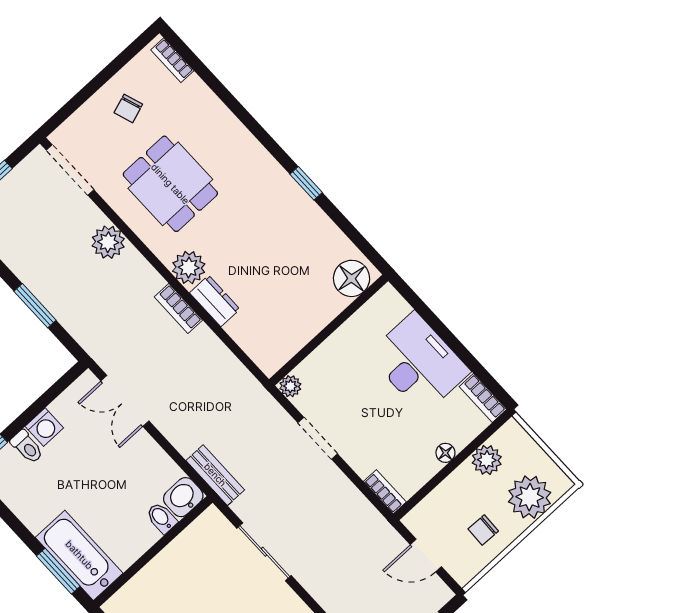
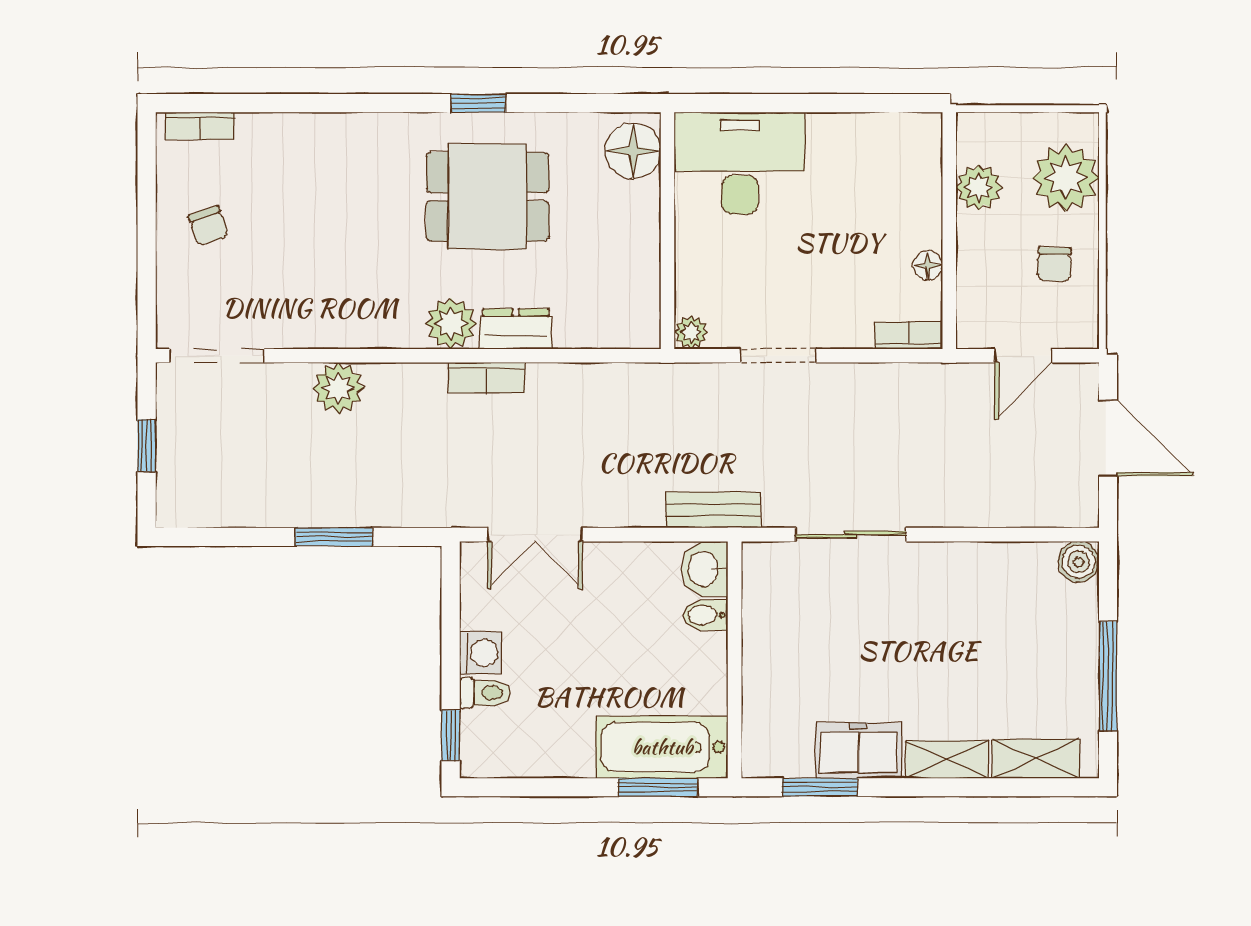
dining table: (170, 184) -> (487, 197), moved
desk: (419, 363) -> (740, 163), moved
bookcase: (483, 398) -> (905, 127), removed
floor lamp: (445, 453) -> (928, 265), moved

